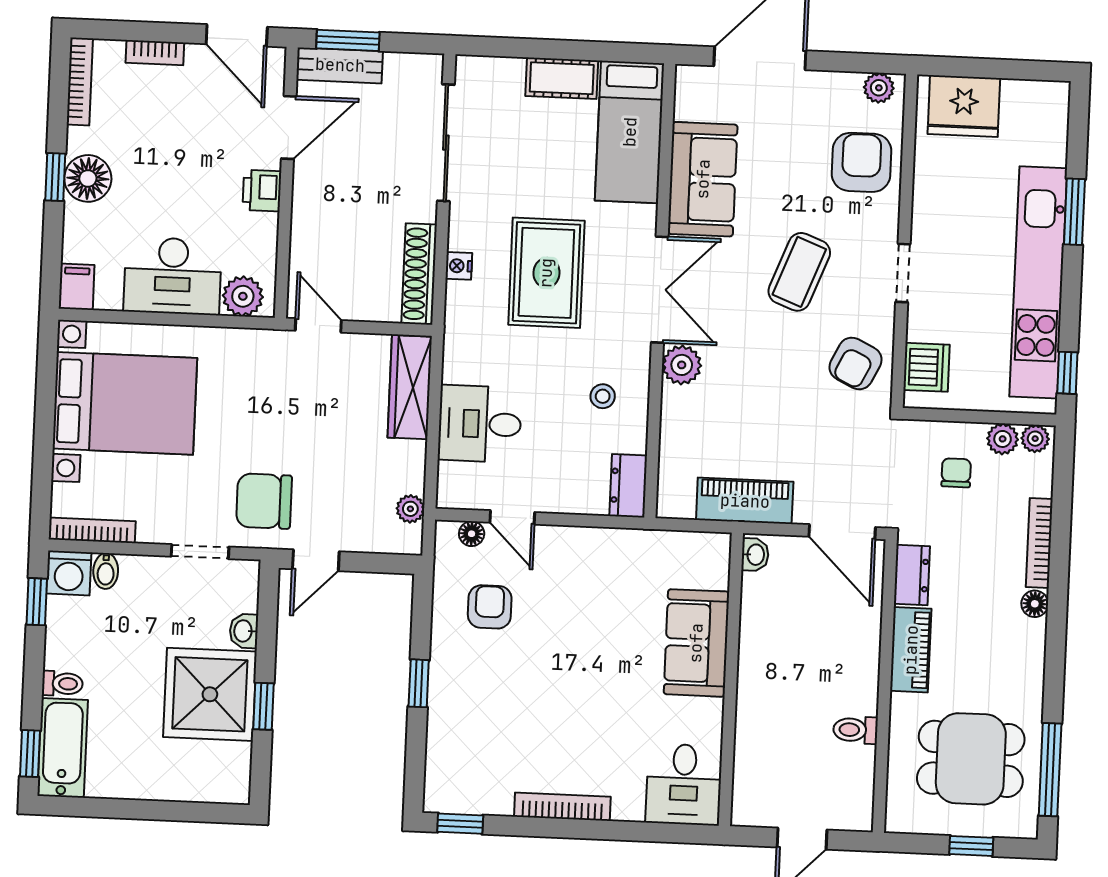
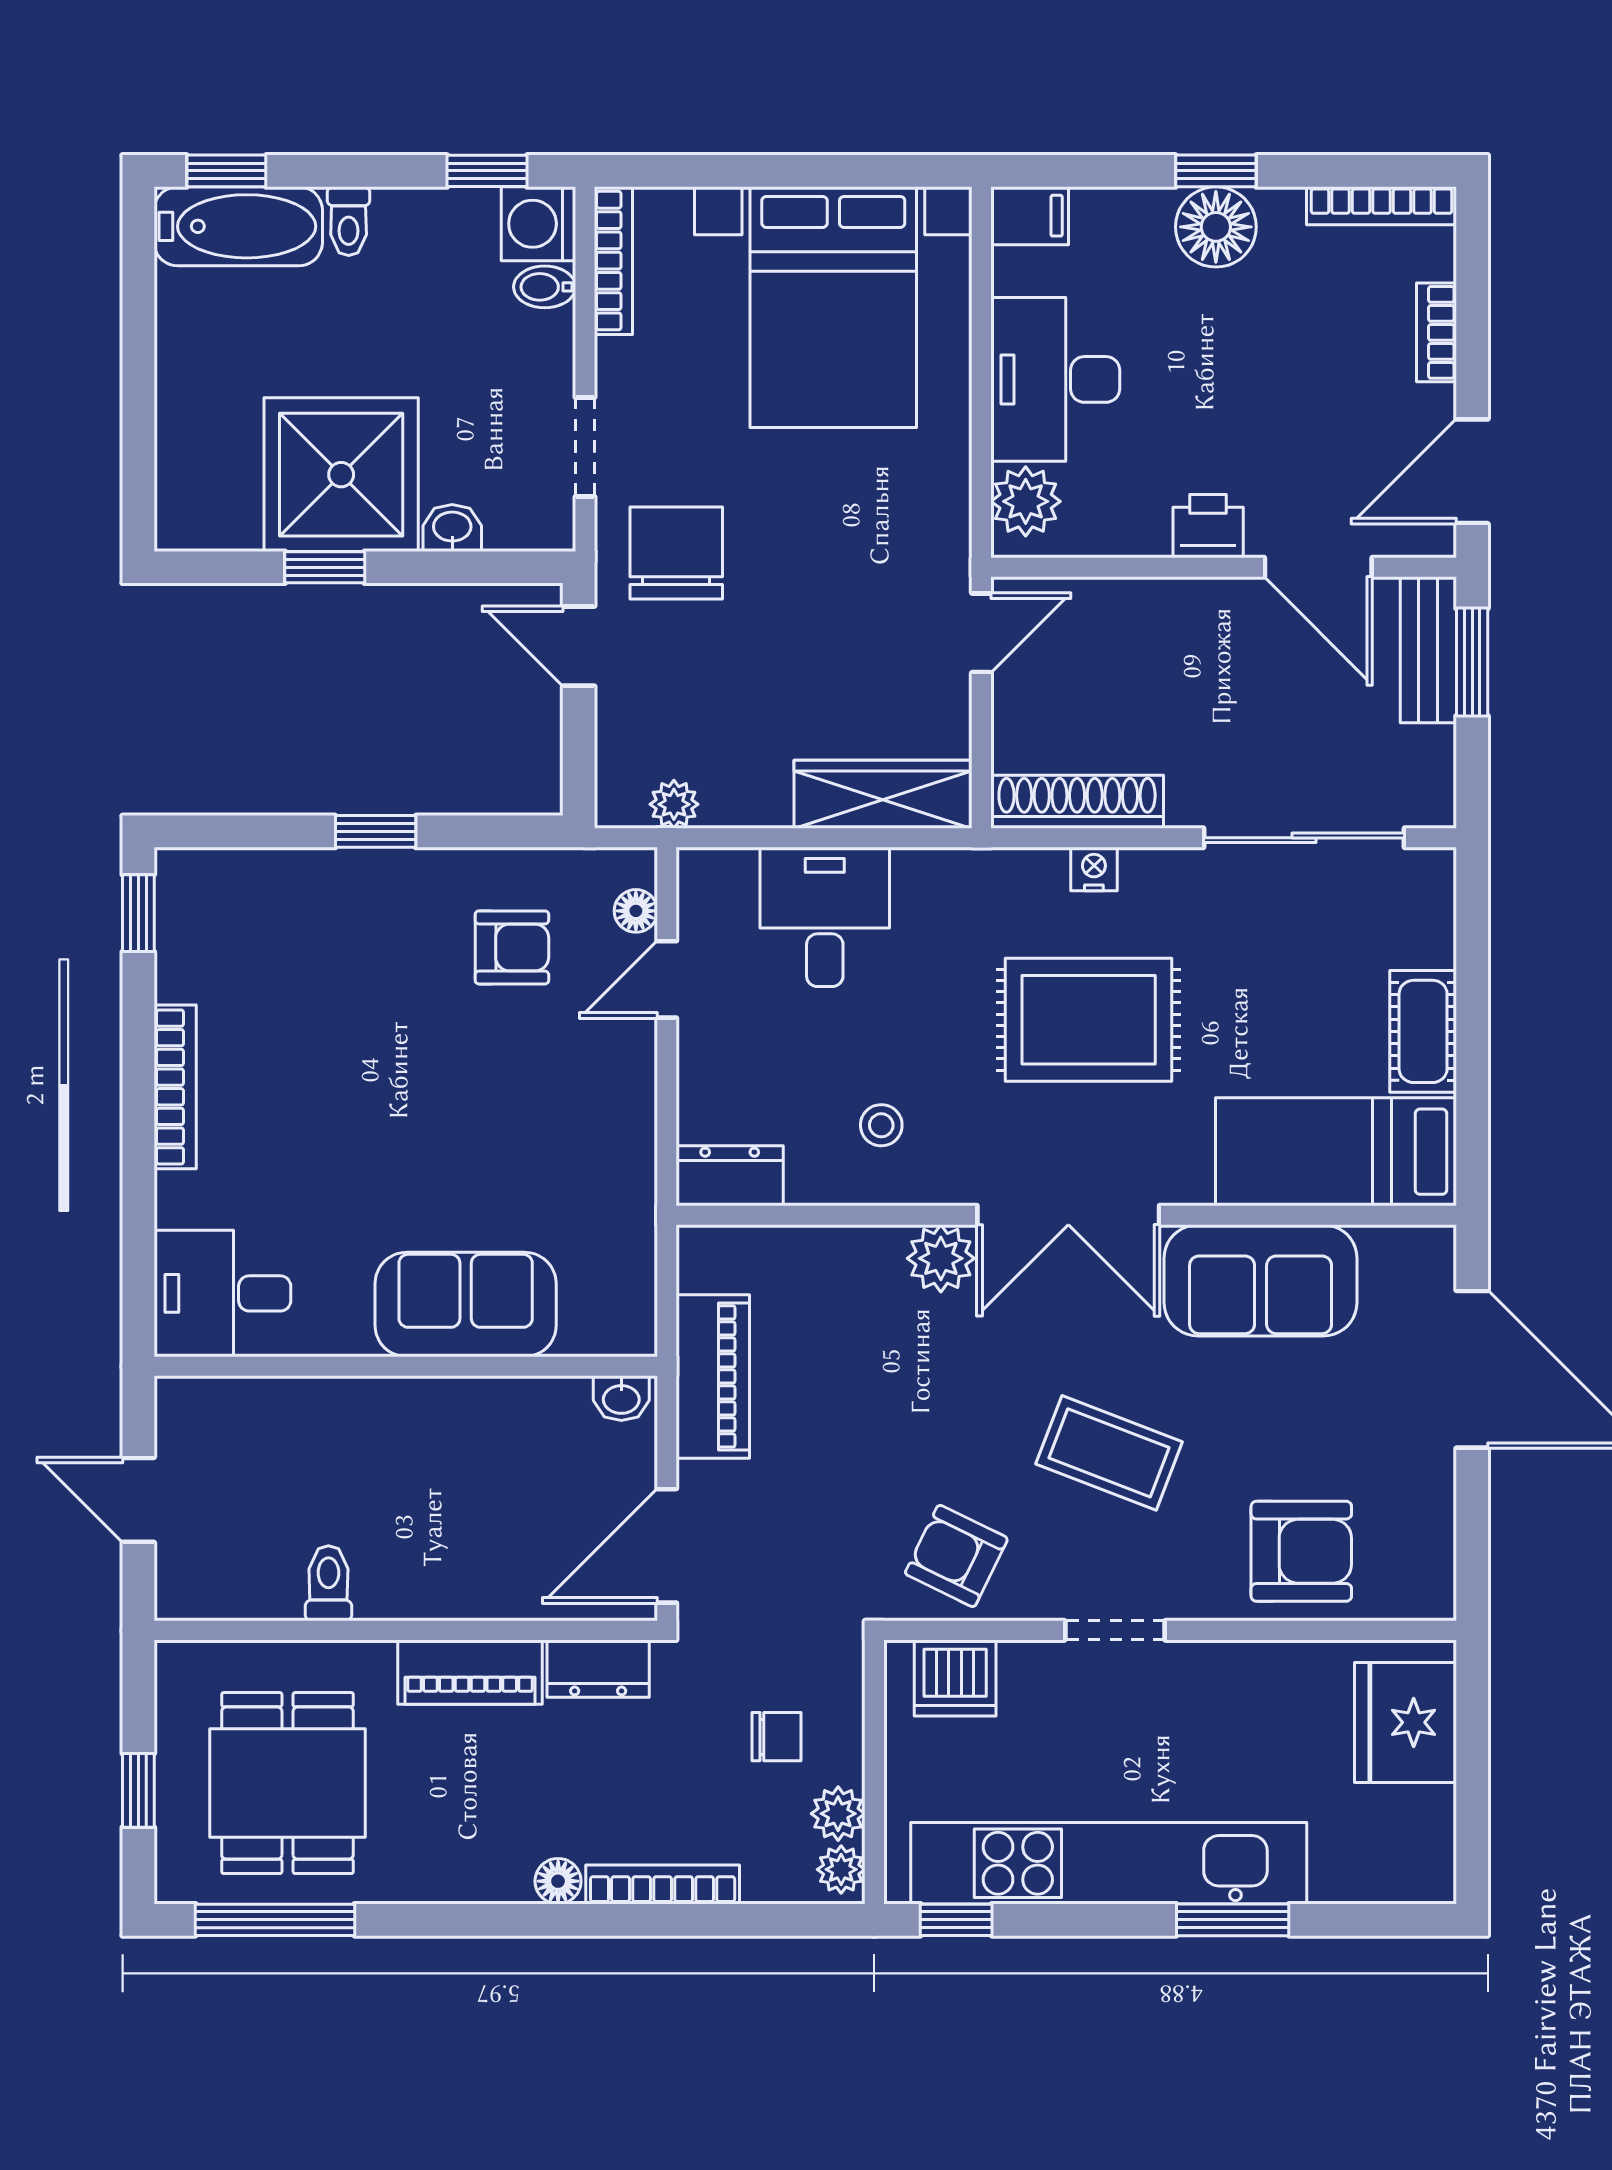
plant: (879, 88) -> (1430, 1575), removed

